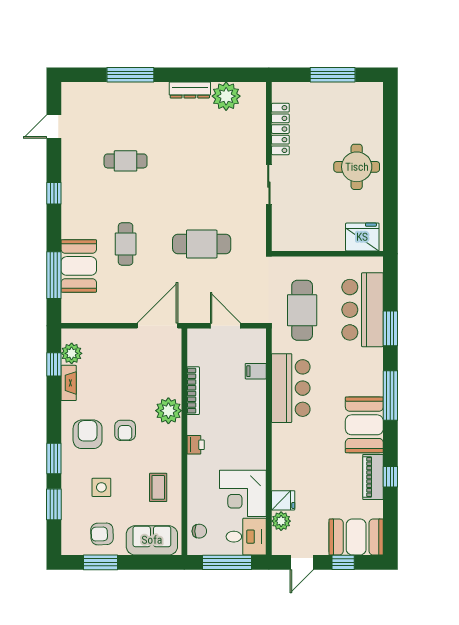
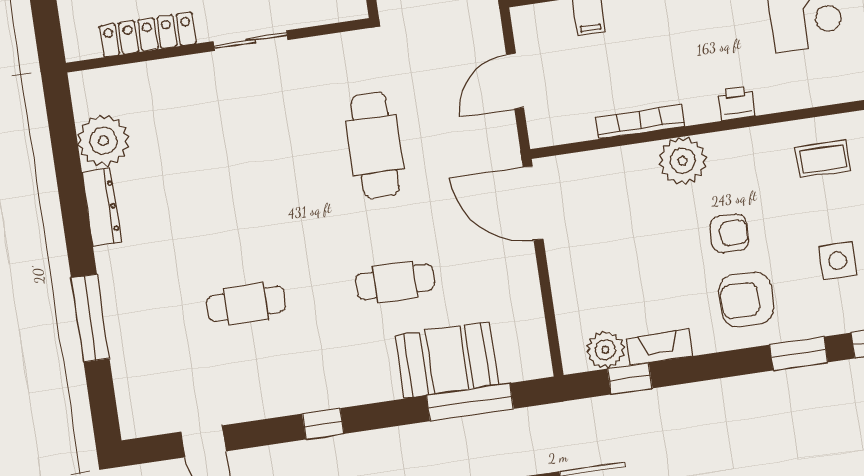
cafe table: (126, 161) -> (246, 304), turned 90

